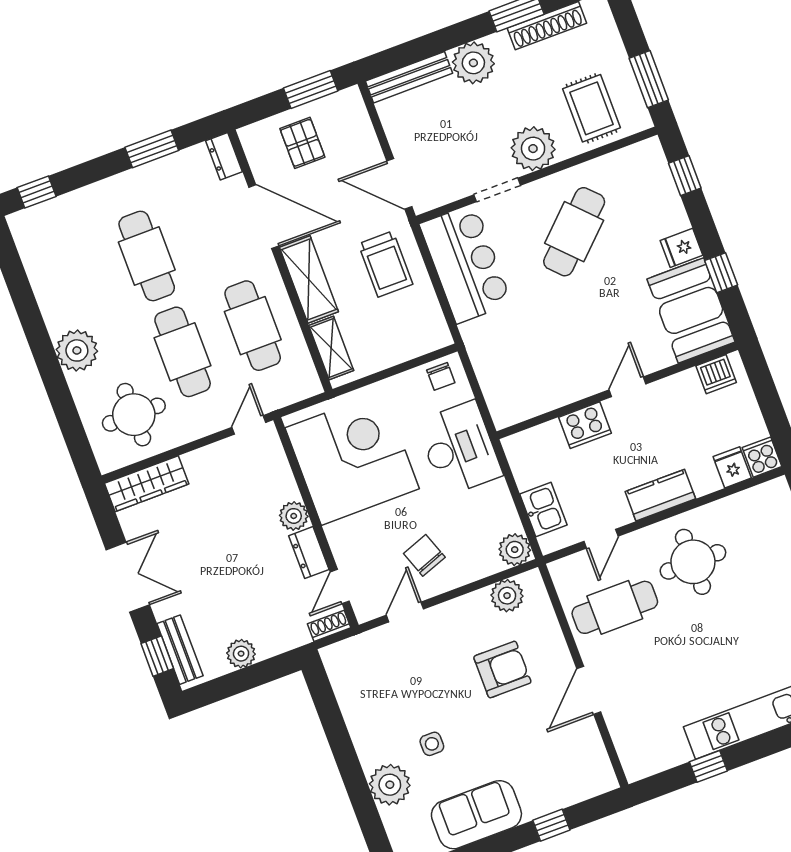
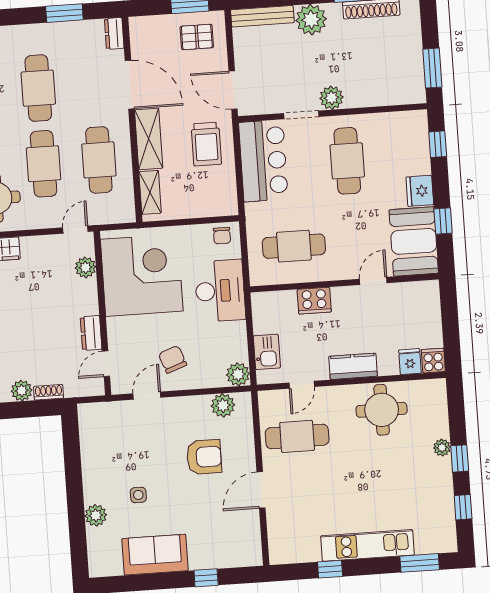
rug: (591, 108) -> (385, 77), removed
pallet: (302, 143) -> (197, 37), moved, turned 90
plant: (533, 149) -> (331, 98), width x0.73, depth x0.73
cafe table: (574, 232) -> (347, 161), turned -46
fridge: (681, 248) -> (420, 191), width x1.38
cafe table: (538, 362) -> (294, 246), added
dishwasher: (716, 374) -> (418, 292), removed
door: (628, 387) -> (373, 281), moved
plant: (294, 516) -> (85, 267), moved
round table: (693, 562) -> (382, 410), moved
shoe rack: (329, 626) -> (49, 392), moved
plant: (390, 785) -> (96, 515), width x0.73, depth x0.73

